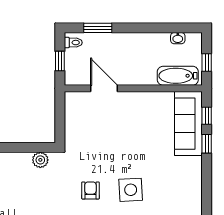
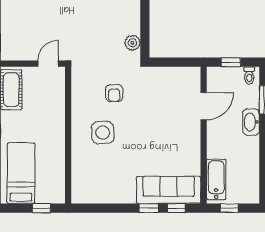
washbasin: (178, 38) -> (251, 122), moved, width x1.91, depth x1.45
armchair: (90, 190) -> (114, 93), moved, turned 90

